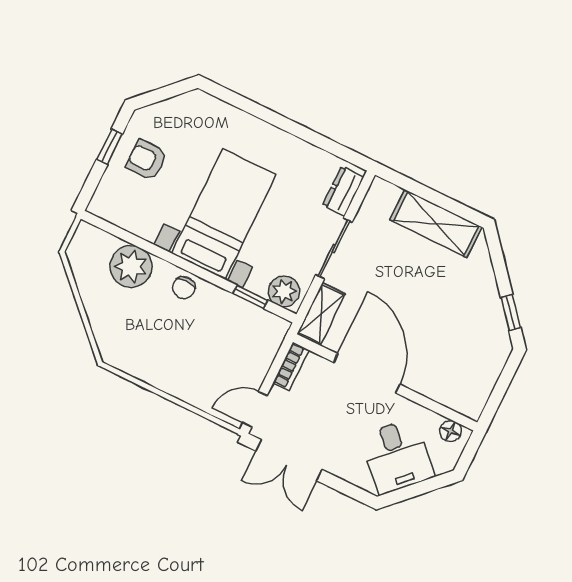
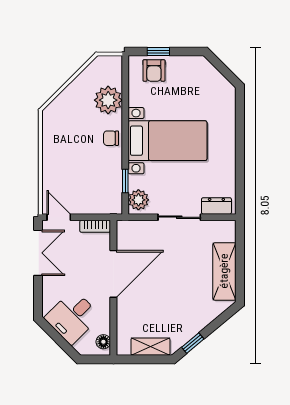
window: (109, 147) -> (158, 52), moved
armchair: (147, 160) -> (154, 71), moved, turned 180
shelving: (321, 314) -> (150, 347), moved
double door: (289, 460) -> (38, 253), swing flipped

